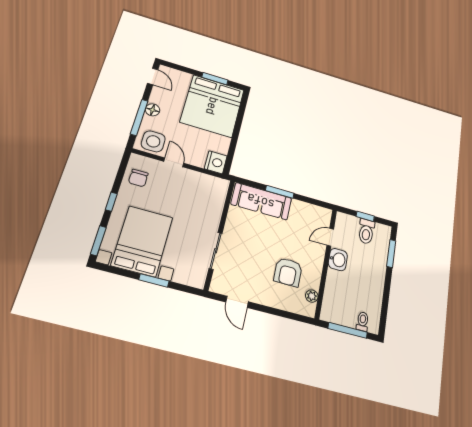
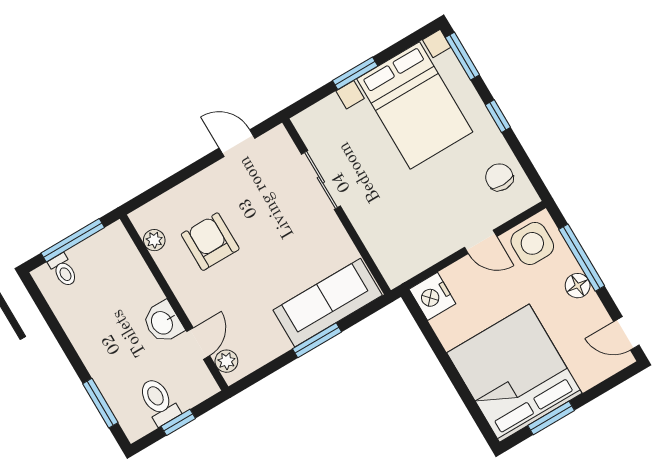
plant: (325, 220) -> (226, 361), added

